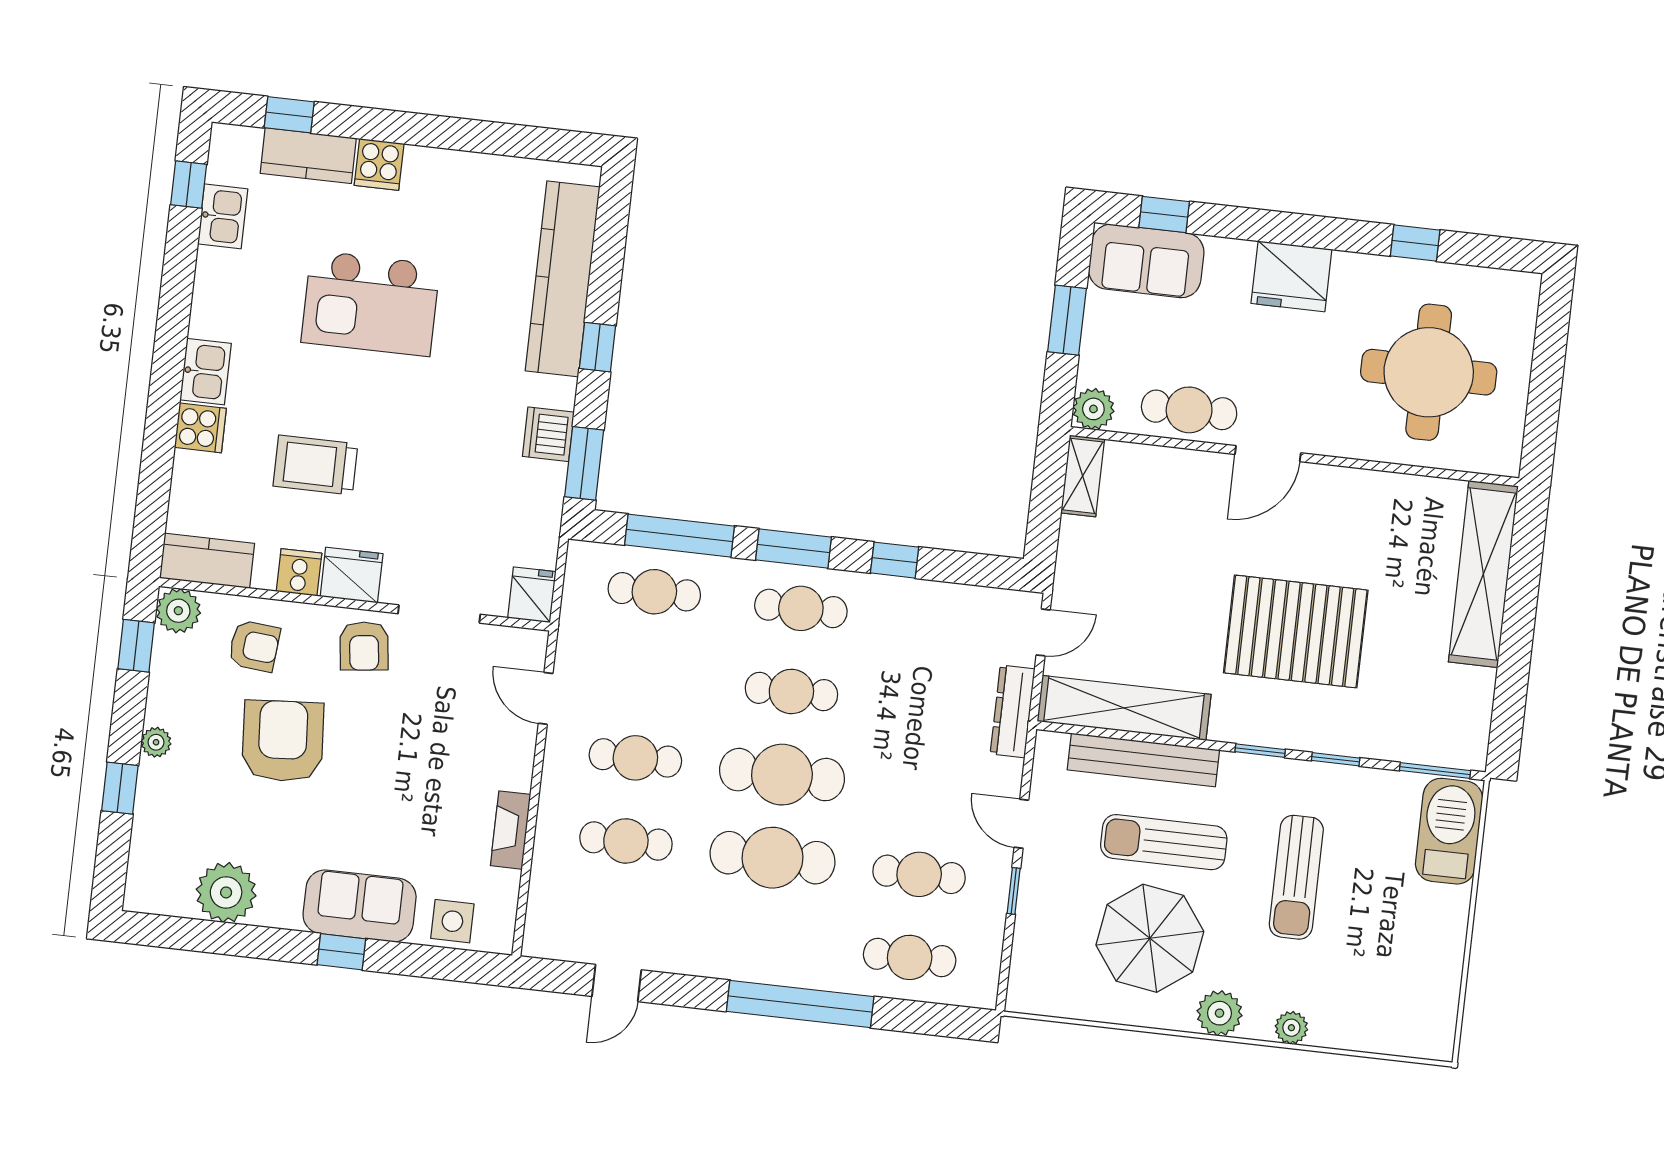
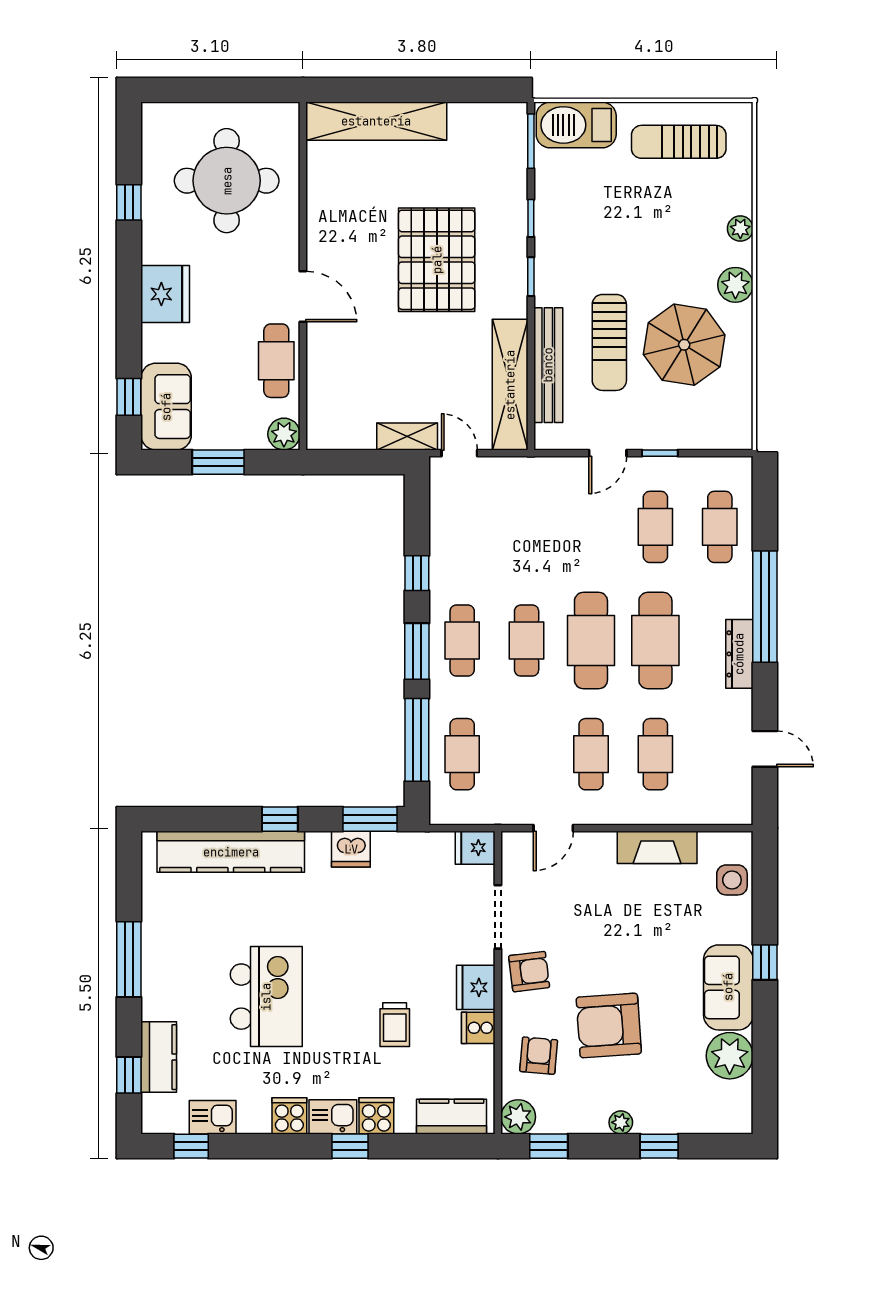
window: (439, 132) -> (129, 959), added
cooker: (379, 164) -> (289, 1116), moved, turned -90
window: (165, 390) -> (350, 1146), added
trolley: (315, 465) -> (395, 1025), width x0.73, depth x0.72
shelving: (1083, 476) -> (407, 436), moved
kitchen counter: (207, 561) -> (452, 1117), moved, turned 90
dresser: (1013, 711) -> (739, 654), moved, turned 90
fireplace: (511, 830) -> (657, 847), width x1.37, depth x1.32
sun lounger: (1296, 877) -> (679, 142), moved, turned 180
sofa: (360, 906) -> (728, 987), moved

